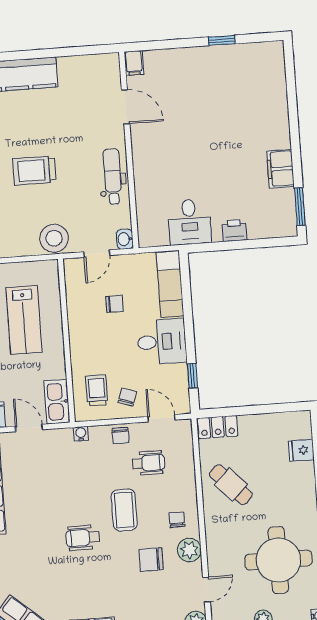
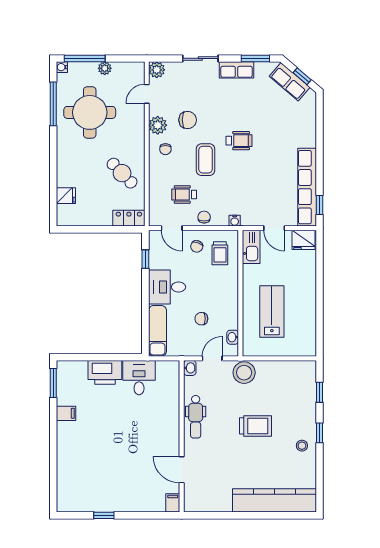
filing cabinet: (280, 169) -> (66, 413), width x0.50
printer: (234, 230) -> (105, 372), width x1.87, depth x1.48
washbasin: (72, 283) -> (233, 337), added

